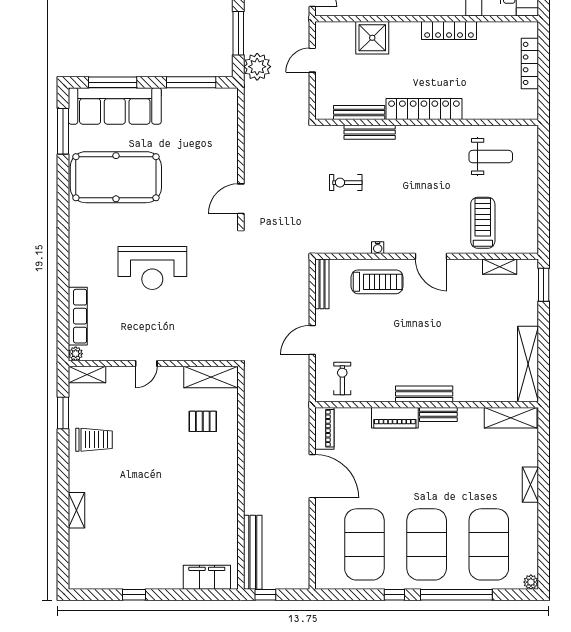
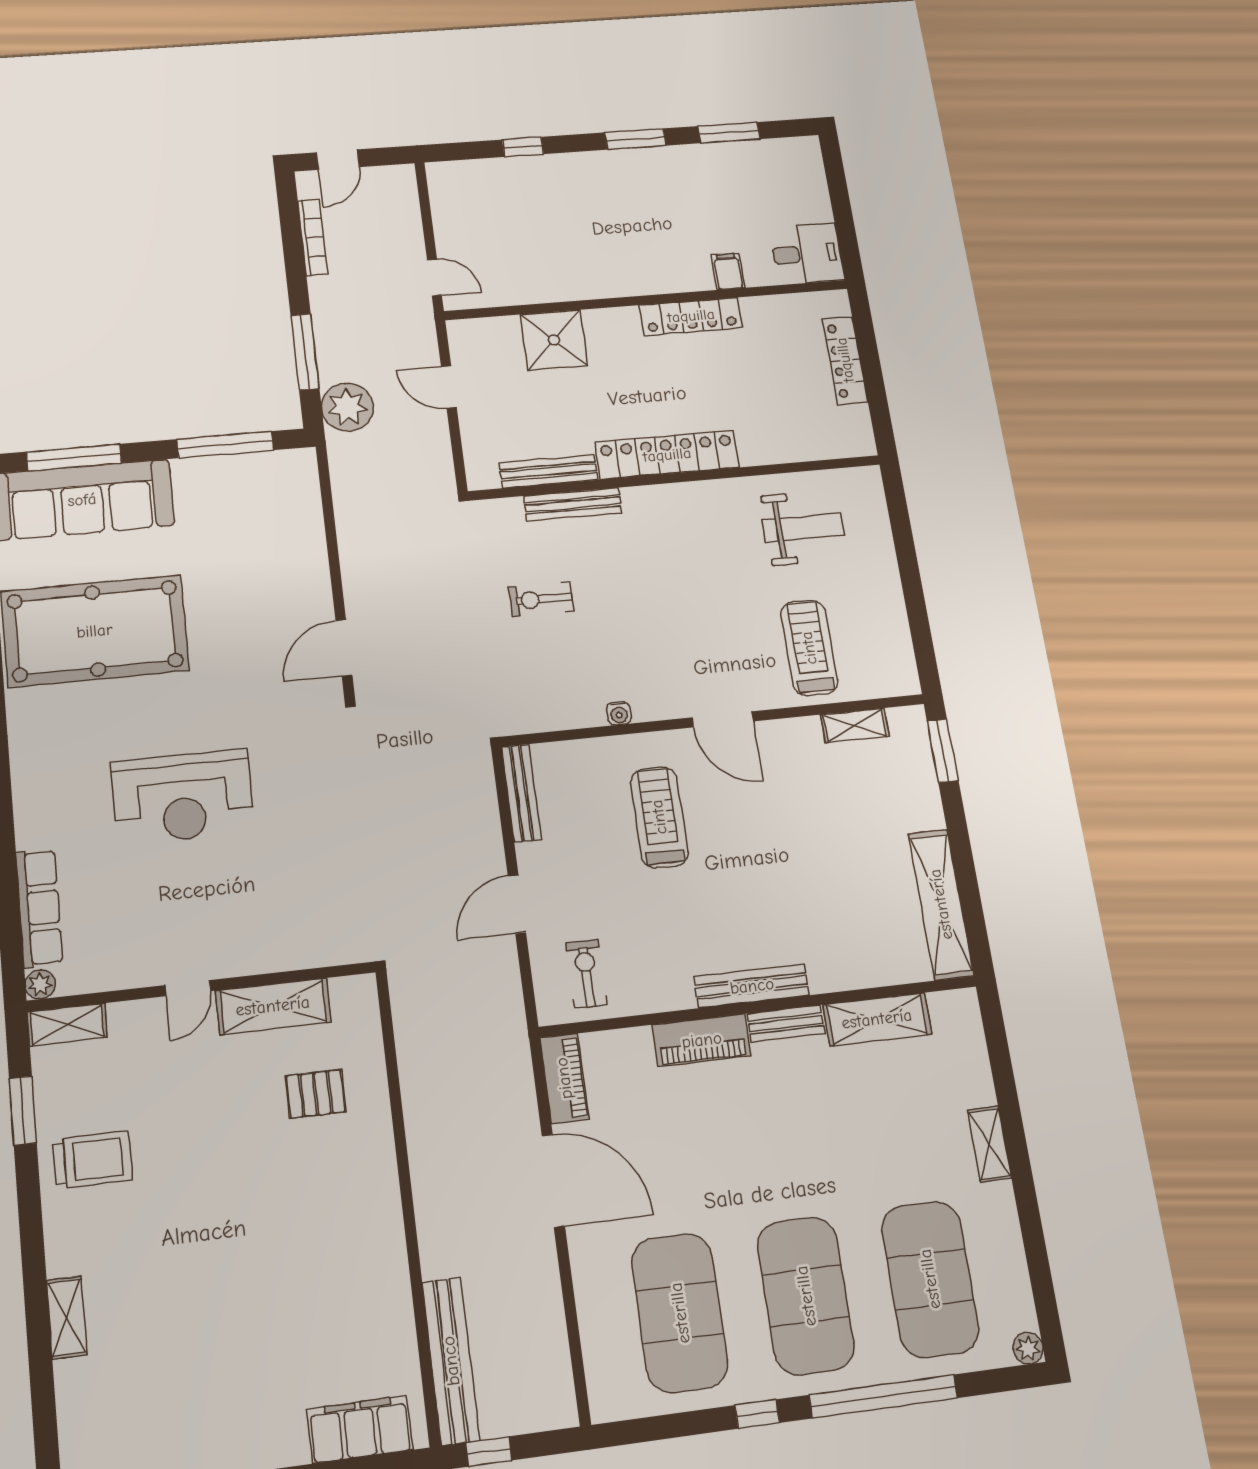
door: (312, 60) -> (449, 387), hinge flipped
treadmill: (377, 282) -> (659, 817), moved, turned -90
shelving: (211, 377) -> (273, 1006), moved
shelving: (511, 418) -> (877, 1019), moved

